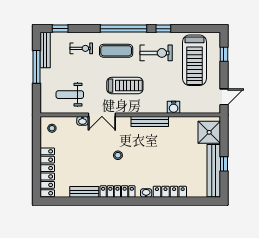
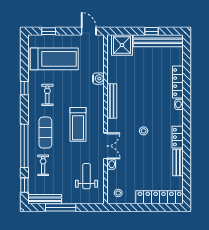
window: (123, 29) -> (24, 146), moved
exercise bike: (156, 53) -> (47, 95), width x0.73, depth x0.72
treadmill: (125, 86) -> (78, 124), turned 180
weight bench: (70, 95) -> (86, 176), turned 180
locker: (117, 192) -> (178, 137), width x0.66

